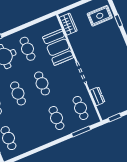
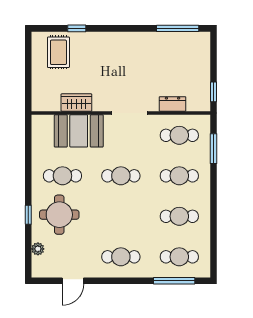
wardrobe: (68, 24) -> (76, 103), moved
cafe table: (18, 93) -> (179, 216), moved

